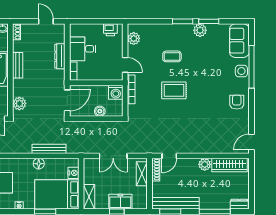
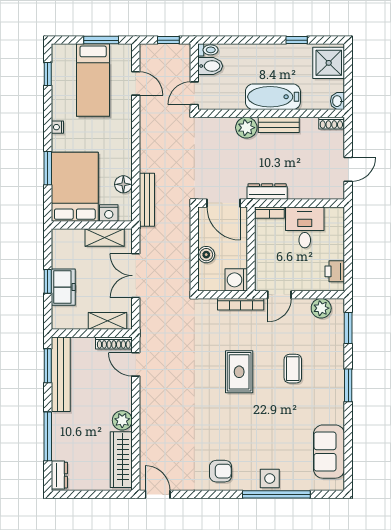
window: (209, 21) -> (348, 328), moved
plant: (200, 30) -> (334, 413), removed
sofa: (239, 41) -> (329, 452), moved, turned -90
dresser: (60, 56) -> (267, 192), moved
plant: (19, 103) -> (246, 128), moved
bench: (49, 149) -> (147, 200), moved
floor lamp: (39, 164) -> (123, 184), moved
shelving: (89, 197) -> (105, 238), moved

